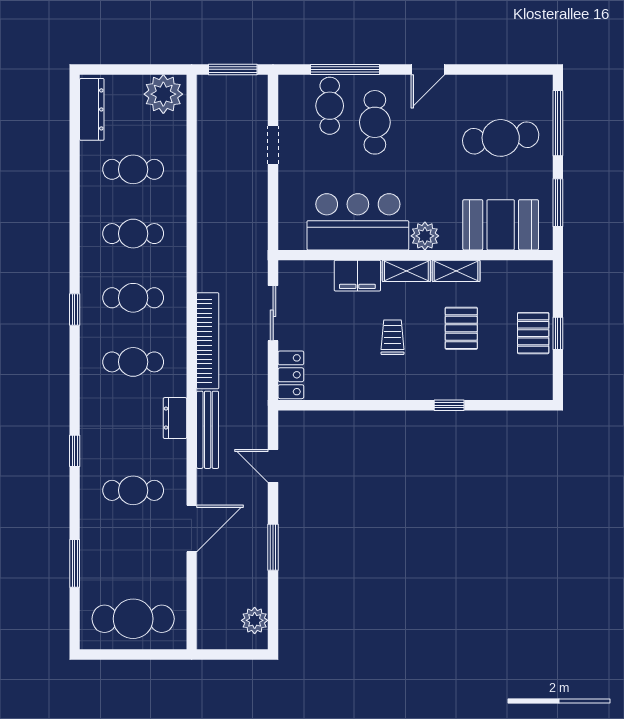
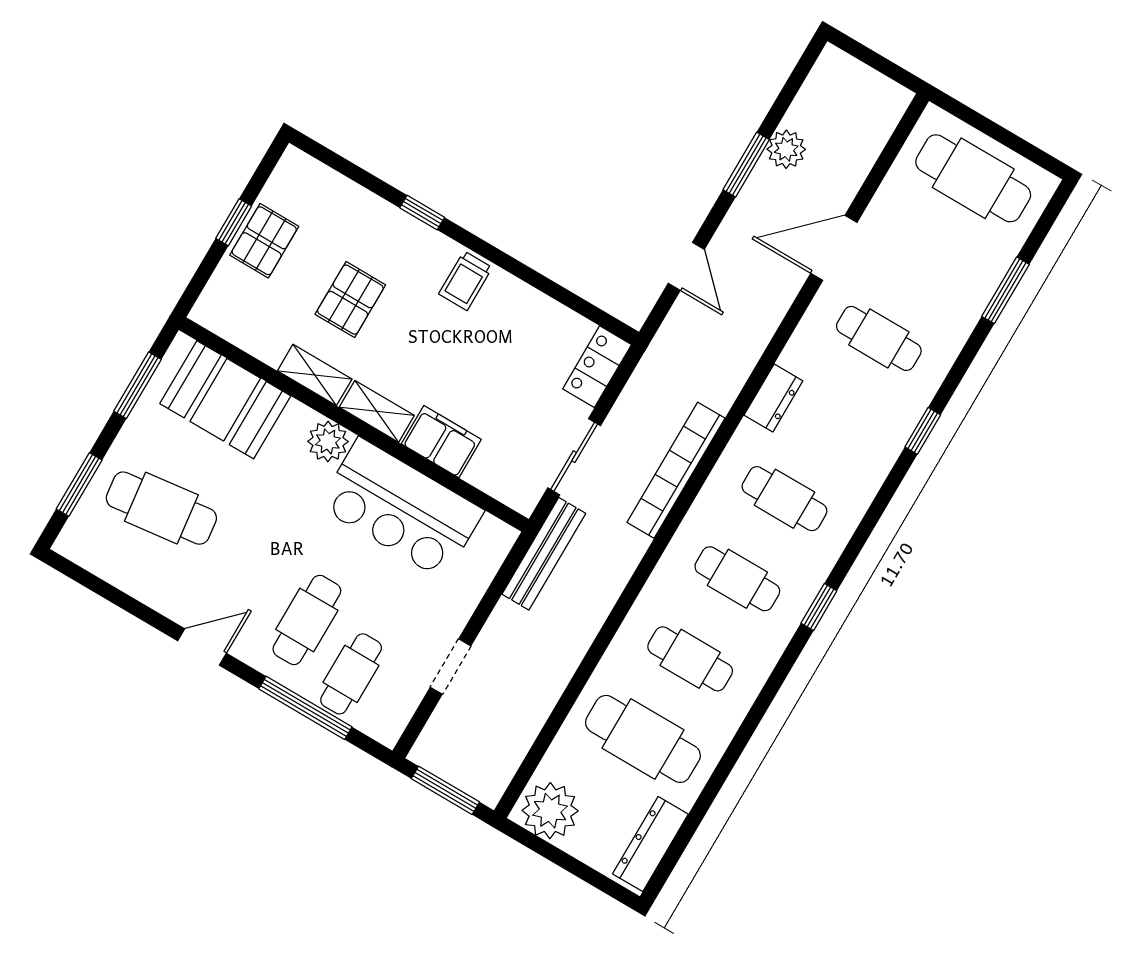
window: (558, 123) -> (79, 484), width x0.69
cafe table: (133, 169) -> (643, 739), width x1.37, depth x1.35
trolley: (393, 337) -> (465, 281), moved
bench: (208, 430) -> (544, 554), moved
plant: (255, 620) -> (786, 149), moved

